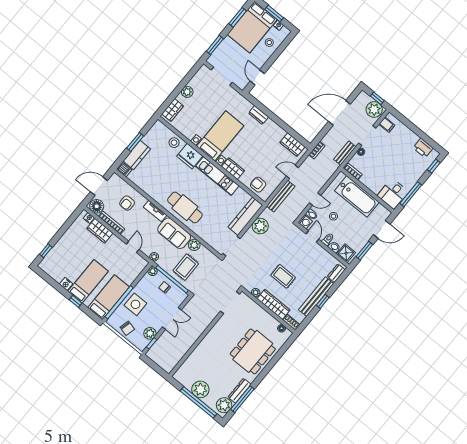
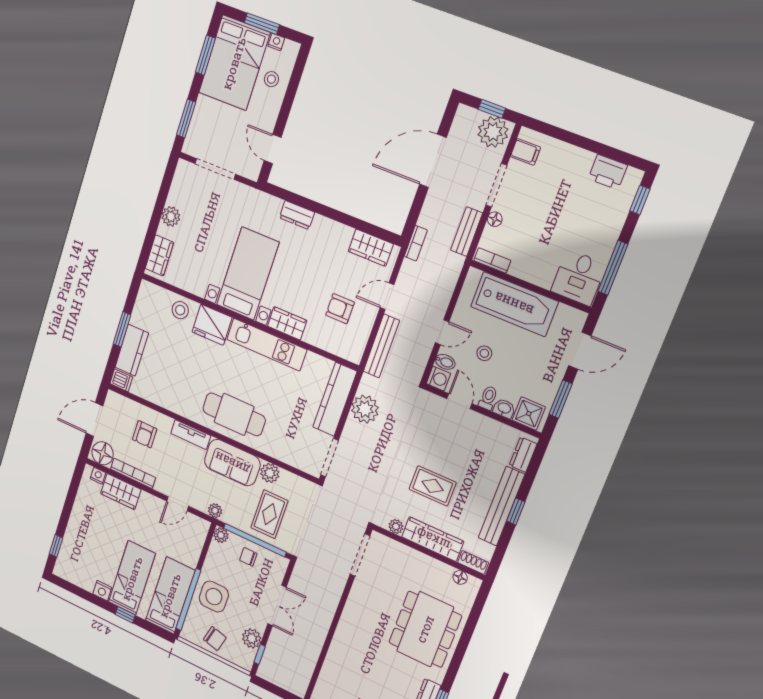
armchair: (258, 185) -> (340, 309), moved
door: (133, 247) -> (178, 504), swing flipped

